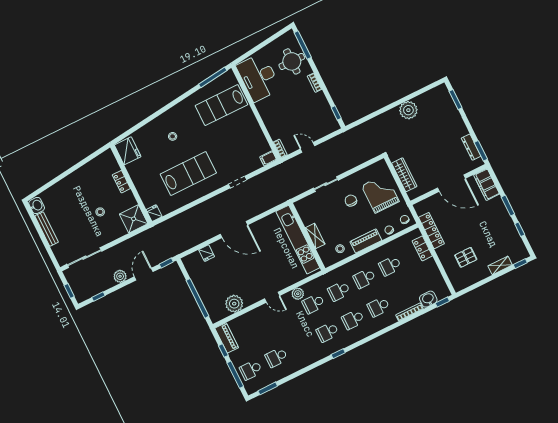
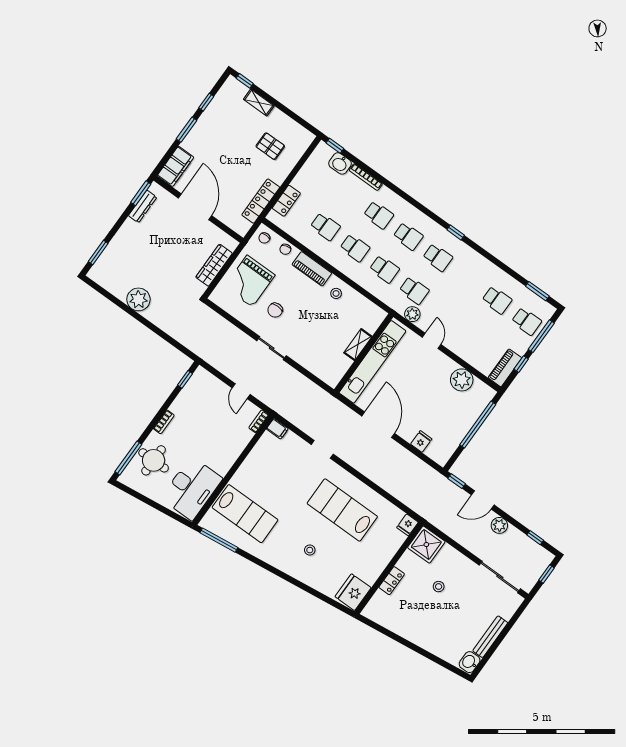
shelving: (315, 236) -> (358, 345), moved
wall: (307, 237) -> (364, 353), moved
kitchen unit: (298, 240) -> (372, 362), moved

